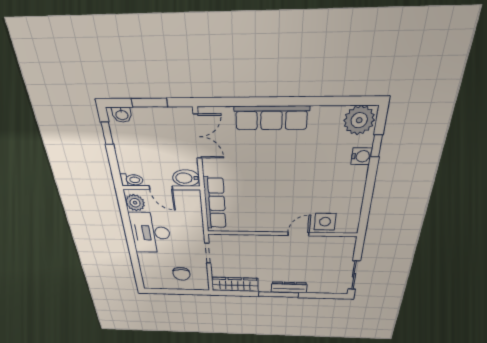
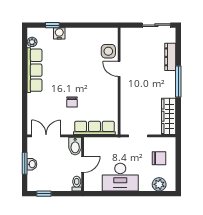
washbasin: (122, 115) -> (32, 164), moved
row of seats: (271, 118) -> (35, 70), moved
plant: (359, 120) -> (32, 42), width x0.53, depth x0.53
chair: (252, 174) -> (72, 102), added
plant: (135, 203) -> (159, 184), moved
dresser: (289, 287) -> (170, 57), moved

